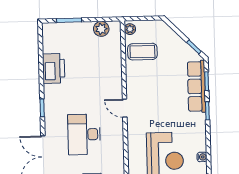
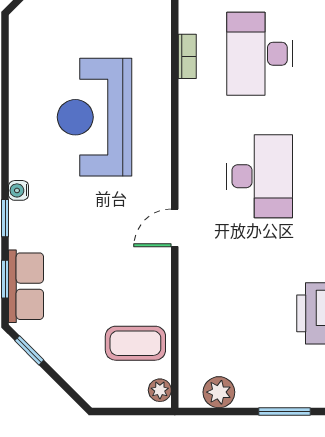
row of seats: (197, 86) -> (26, 286), width x0.68
door: (125, 108) -> (175, 228), swing flipped
water cooler: (202, 157) -> (19, 190), moved

